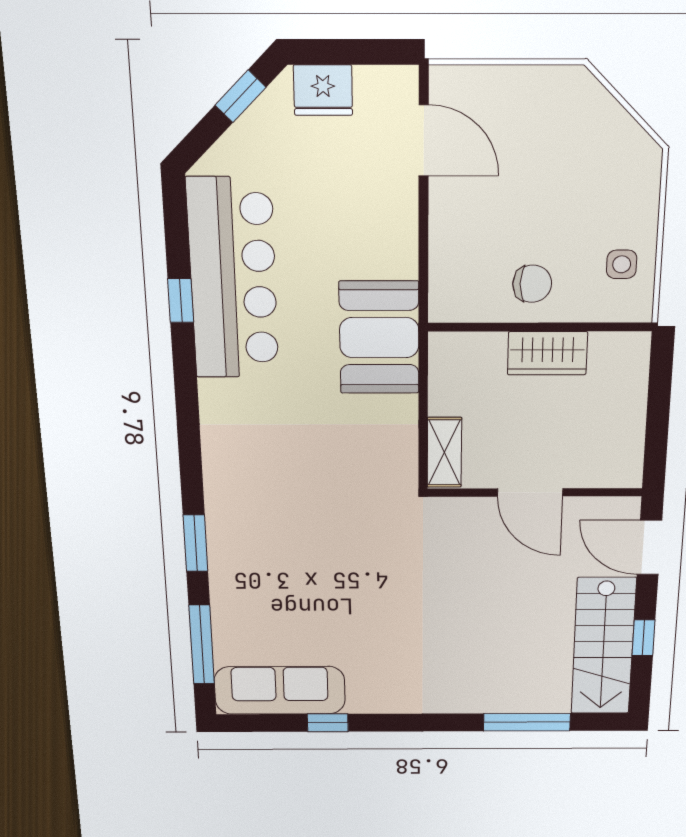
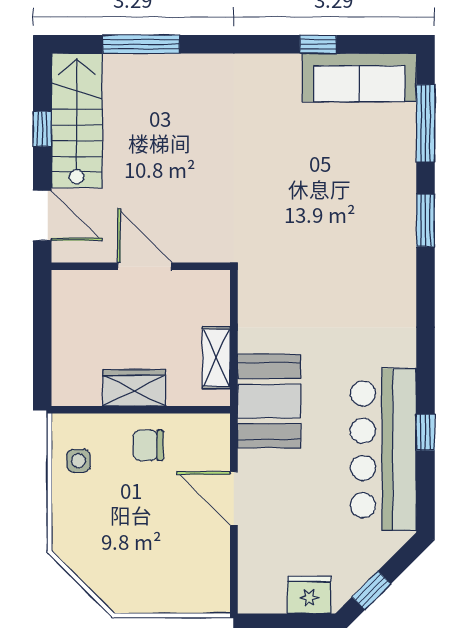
door: (424, 140) -> (234, 498), moved
shelving: (444, 452) -> (216, 358), moved

